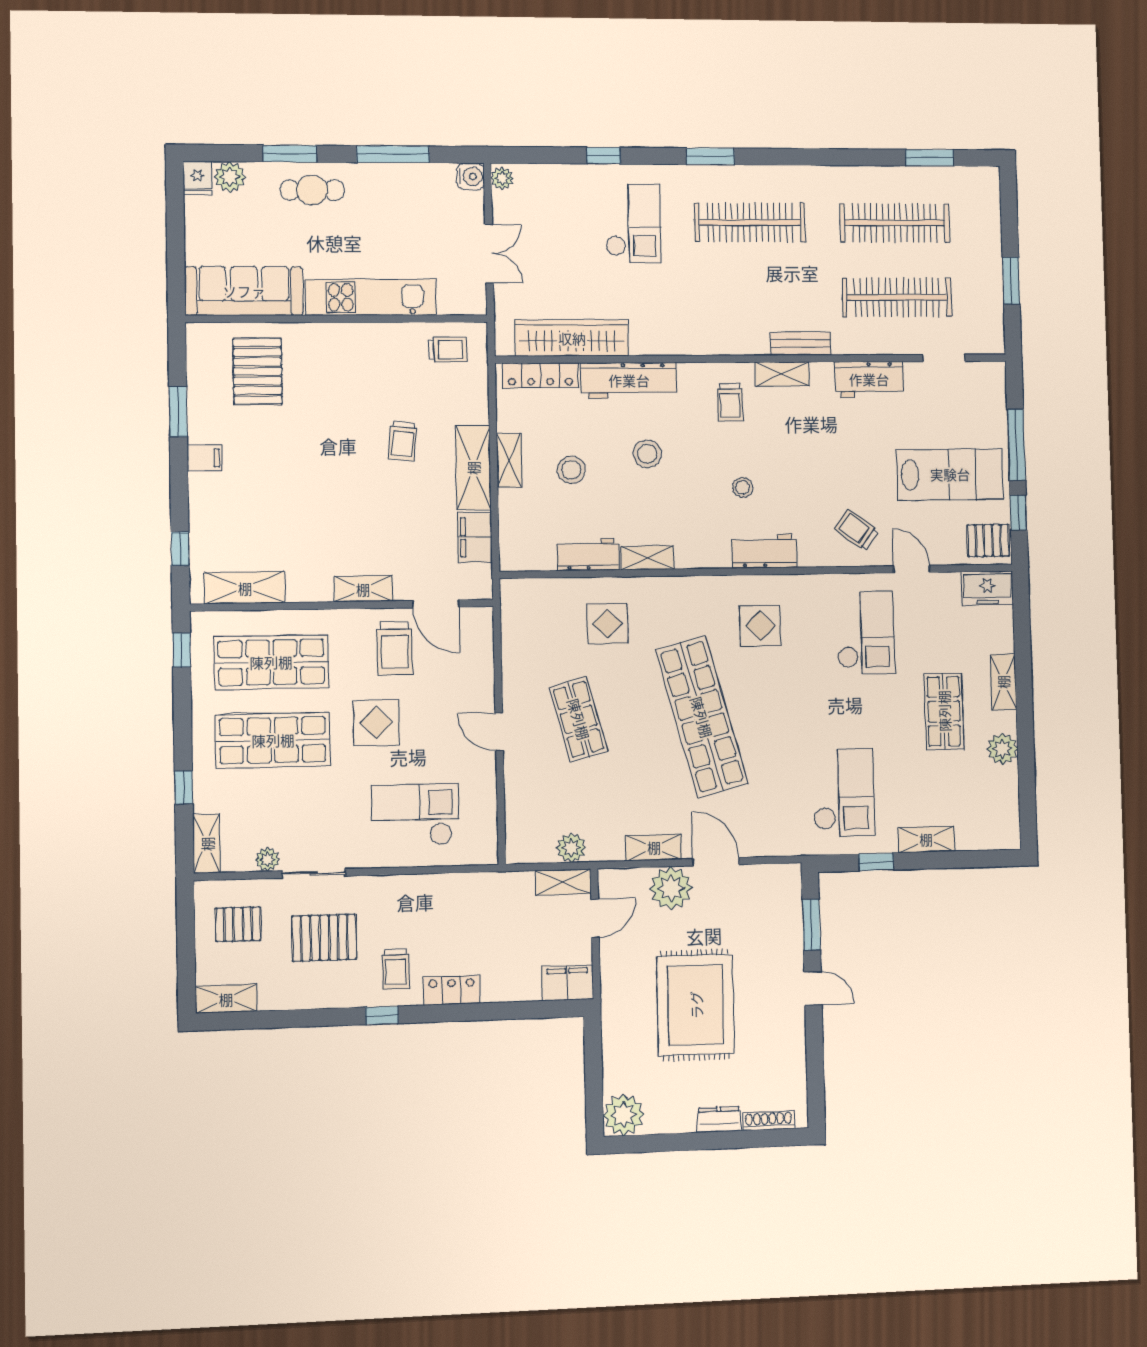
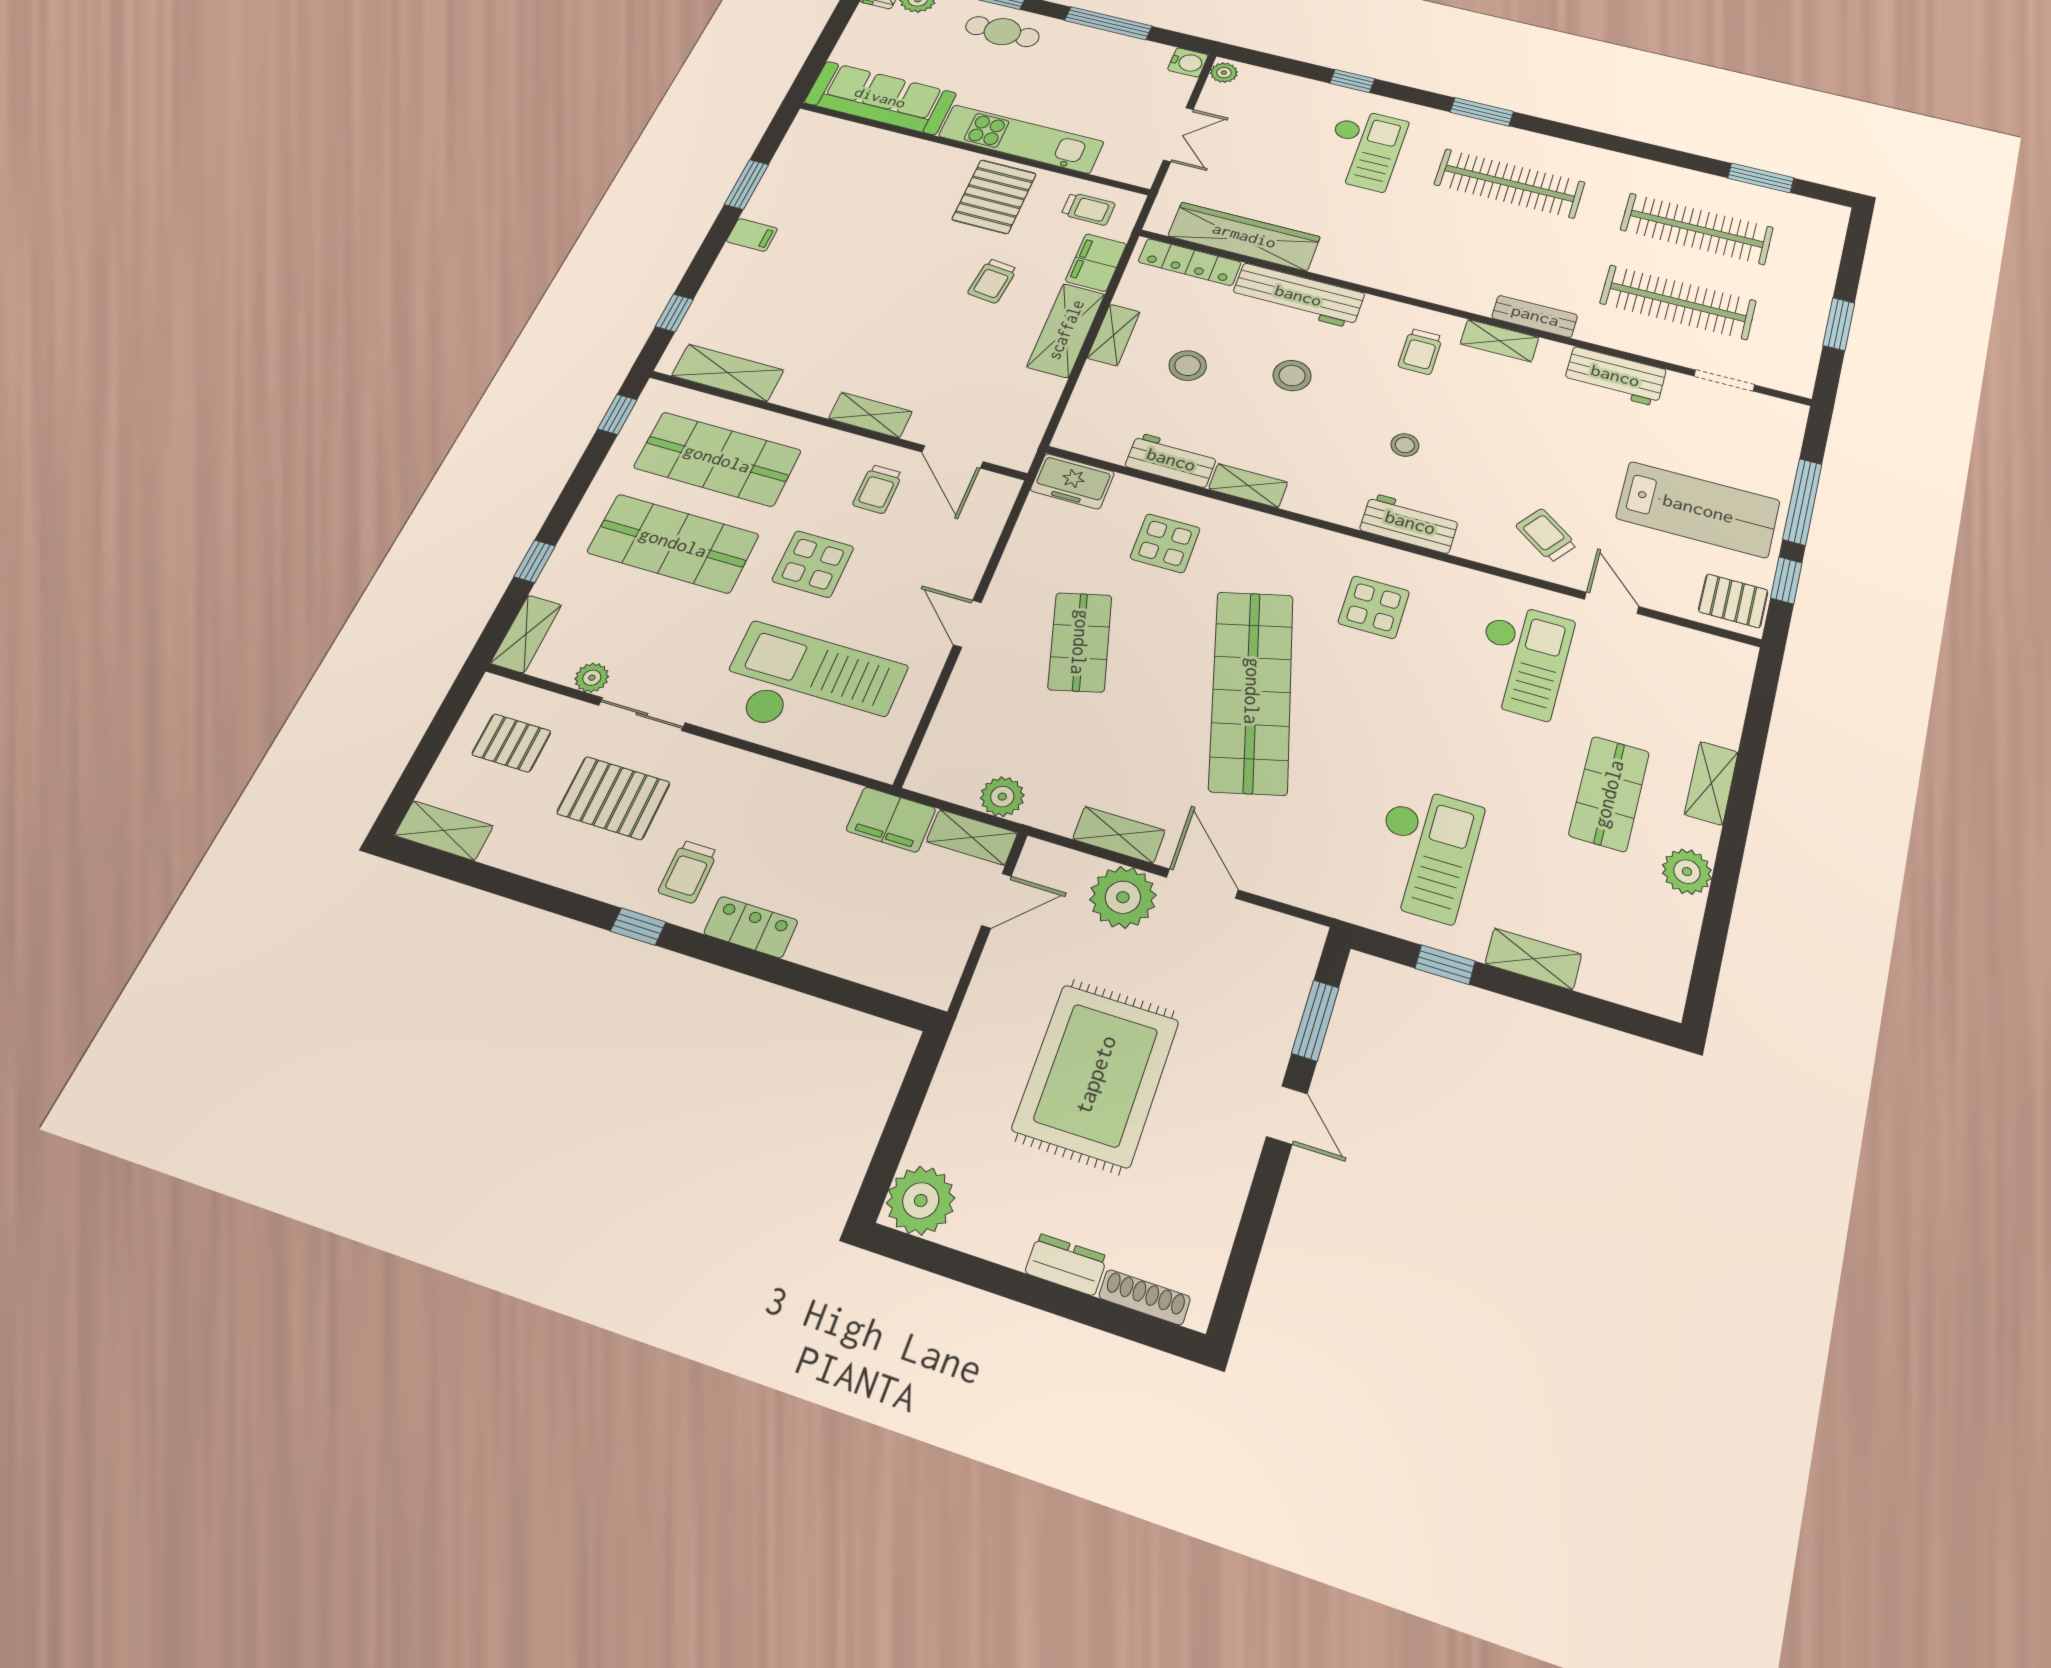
pallet: (258, 371) -> (994, 197), moved
filing cabinet: (475, 537) -> (1096, 262), moved
freezer: (987, 588) -> (1072, 481), moved
trolley: (395, 648) -> (878, 489), width x0.73, depth x0.72
checkout: (415, 815) -> (810, 687), width x1.36, depth x1.21
filing cabinet: (568, 983) -> (891, 819), moved, turned 180

